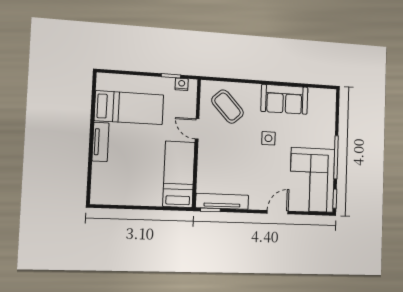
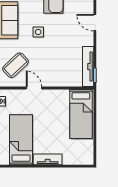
door: (197, 129) -> (34, 88), swing flipped
bed: (179, 174) -> (81, 114), moved, turned -90

